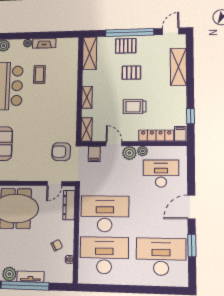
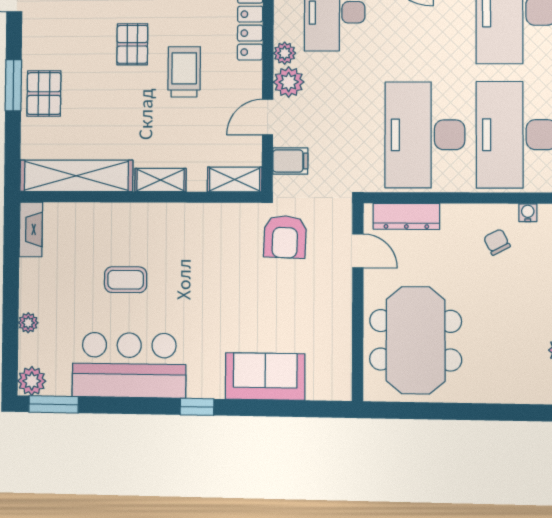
window: (130, 32) -> (13, 85), width x0.47
fireplace: (44, 43) -> (31, 229), moved
shelving: (90, 53) -> (76, 176), width x1.47
pallet: (131, 73) -> (132, 44), moved
coffee table: (39, 74) -> (126, 280), moved
trolley: (135, 107) -> (184, 72), turned 180

